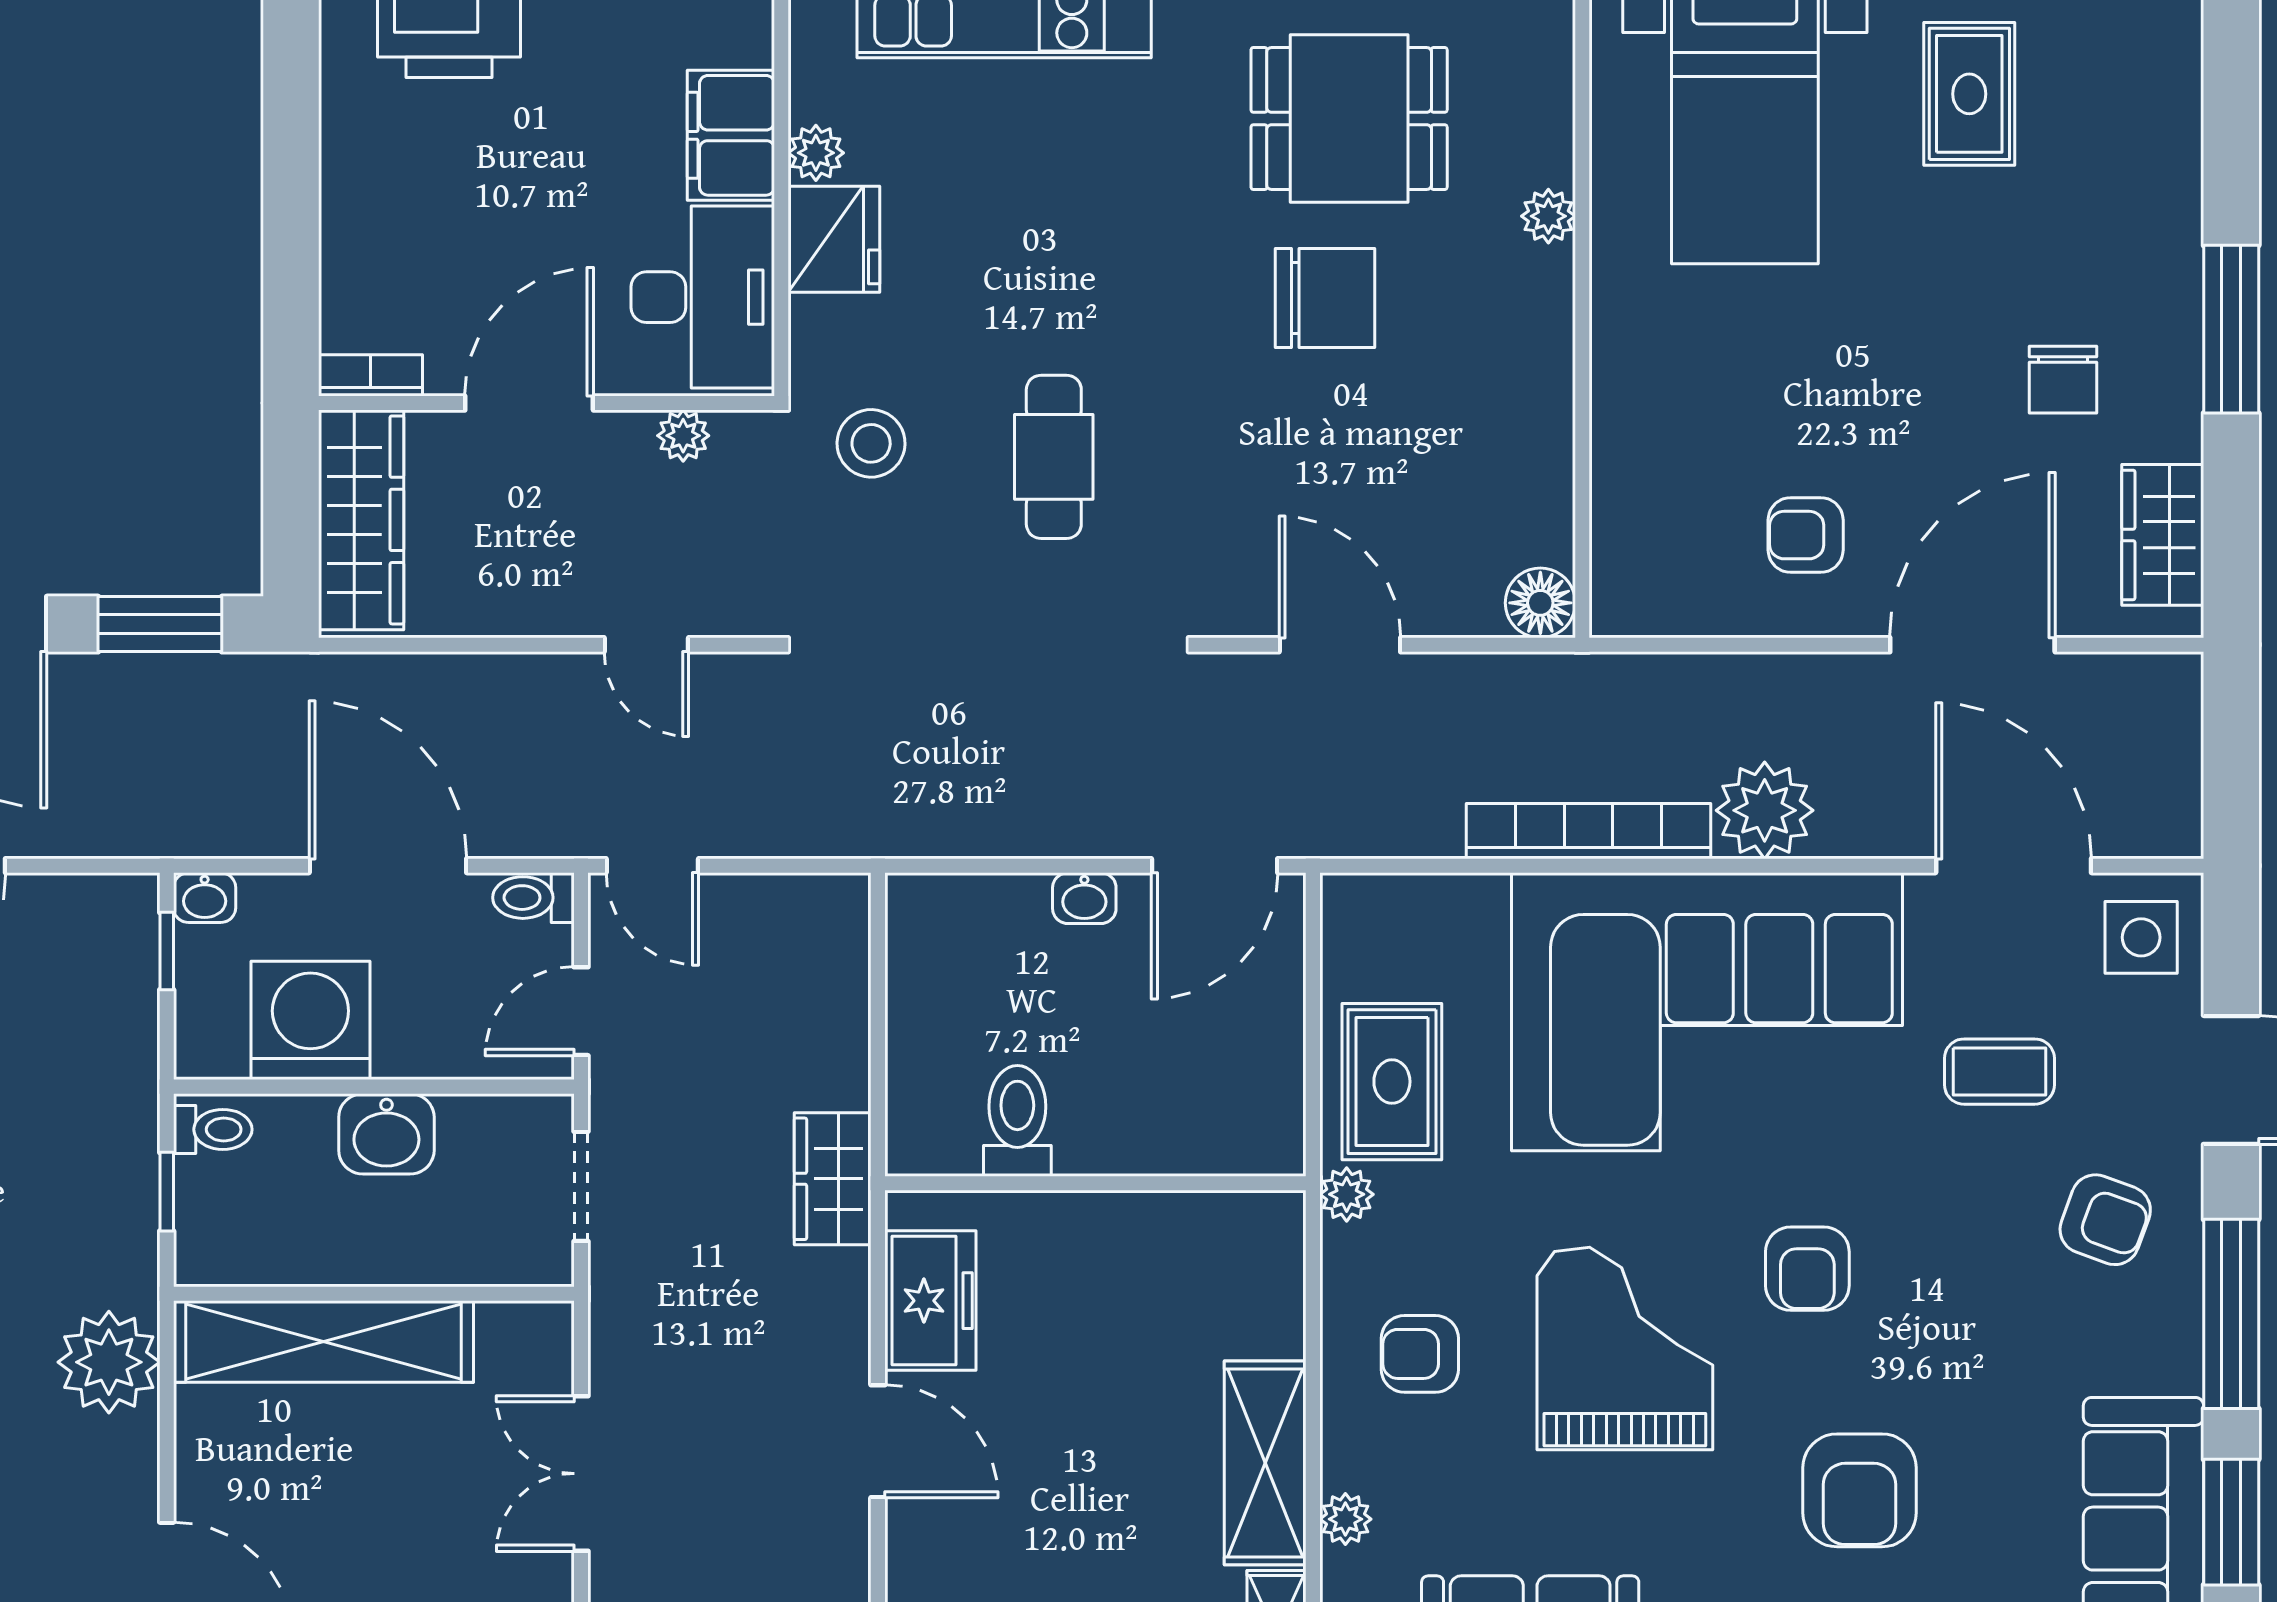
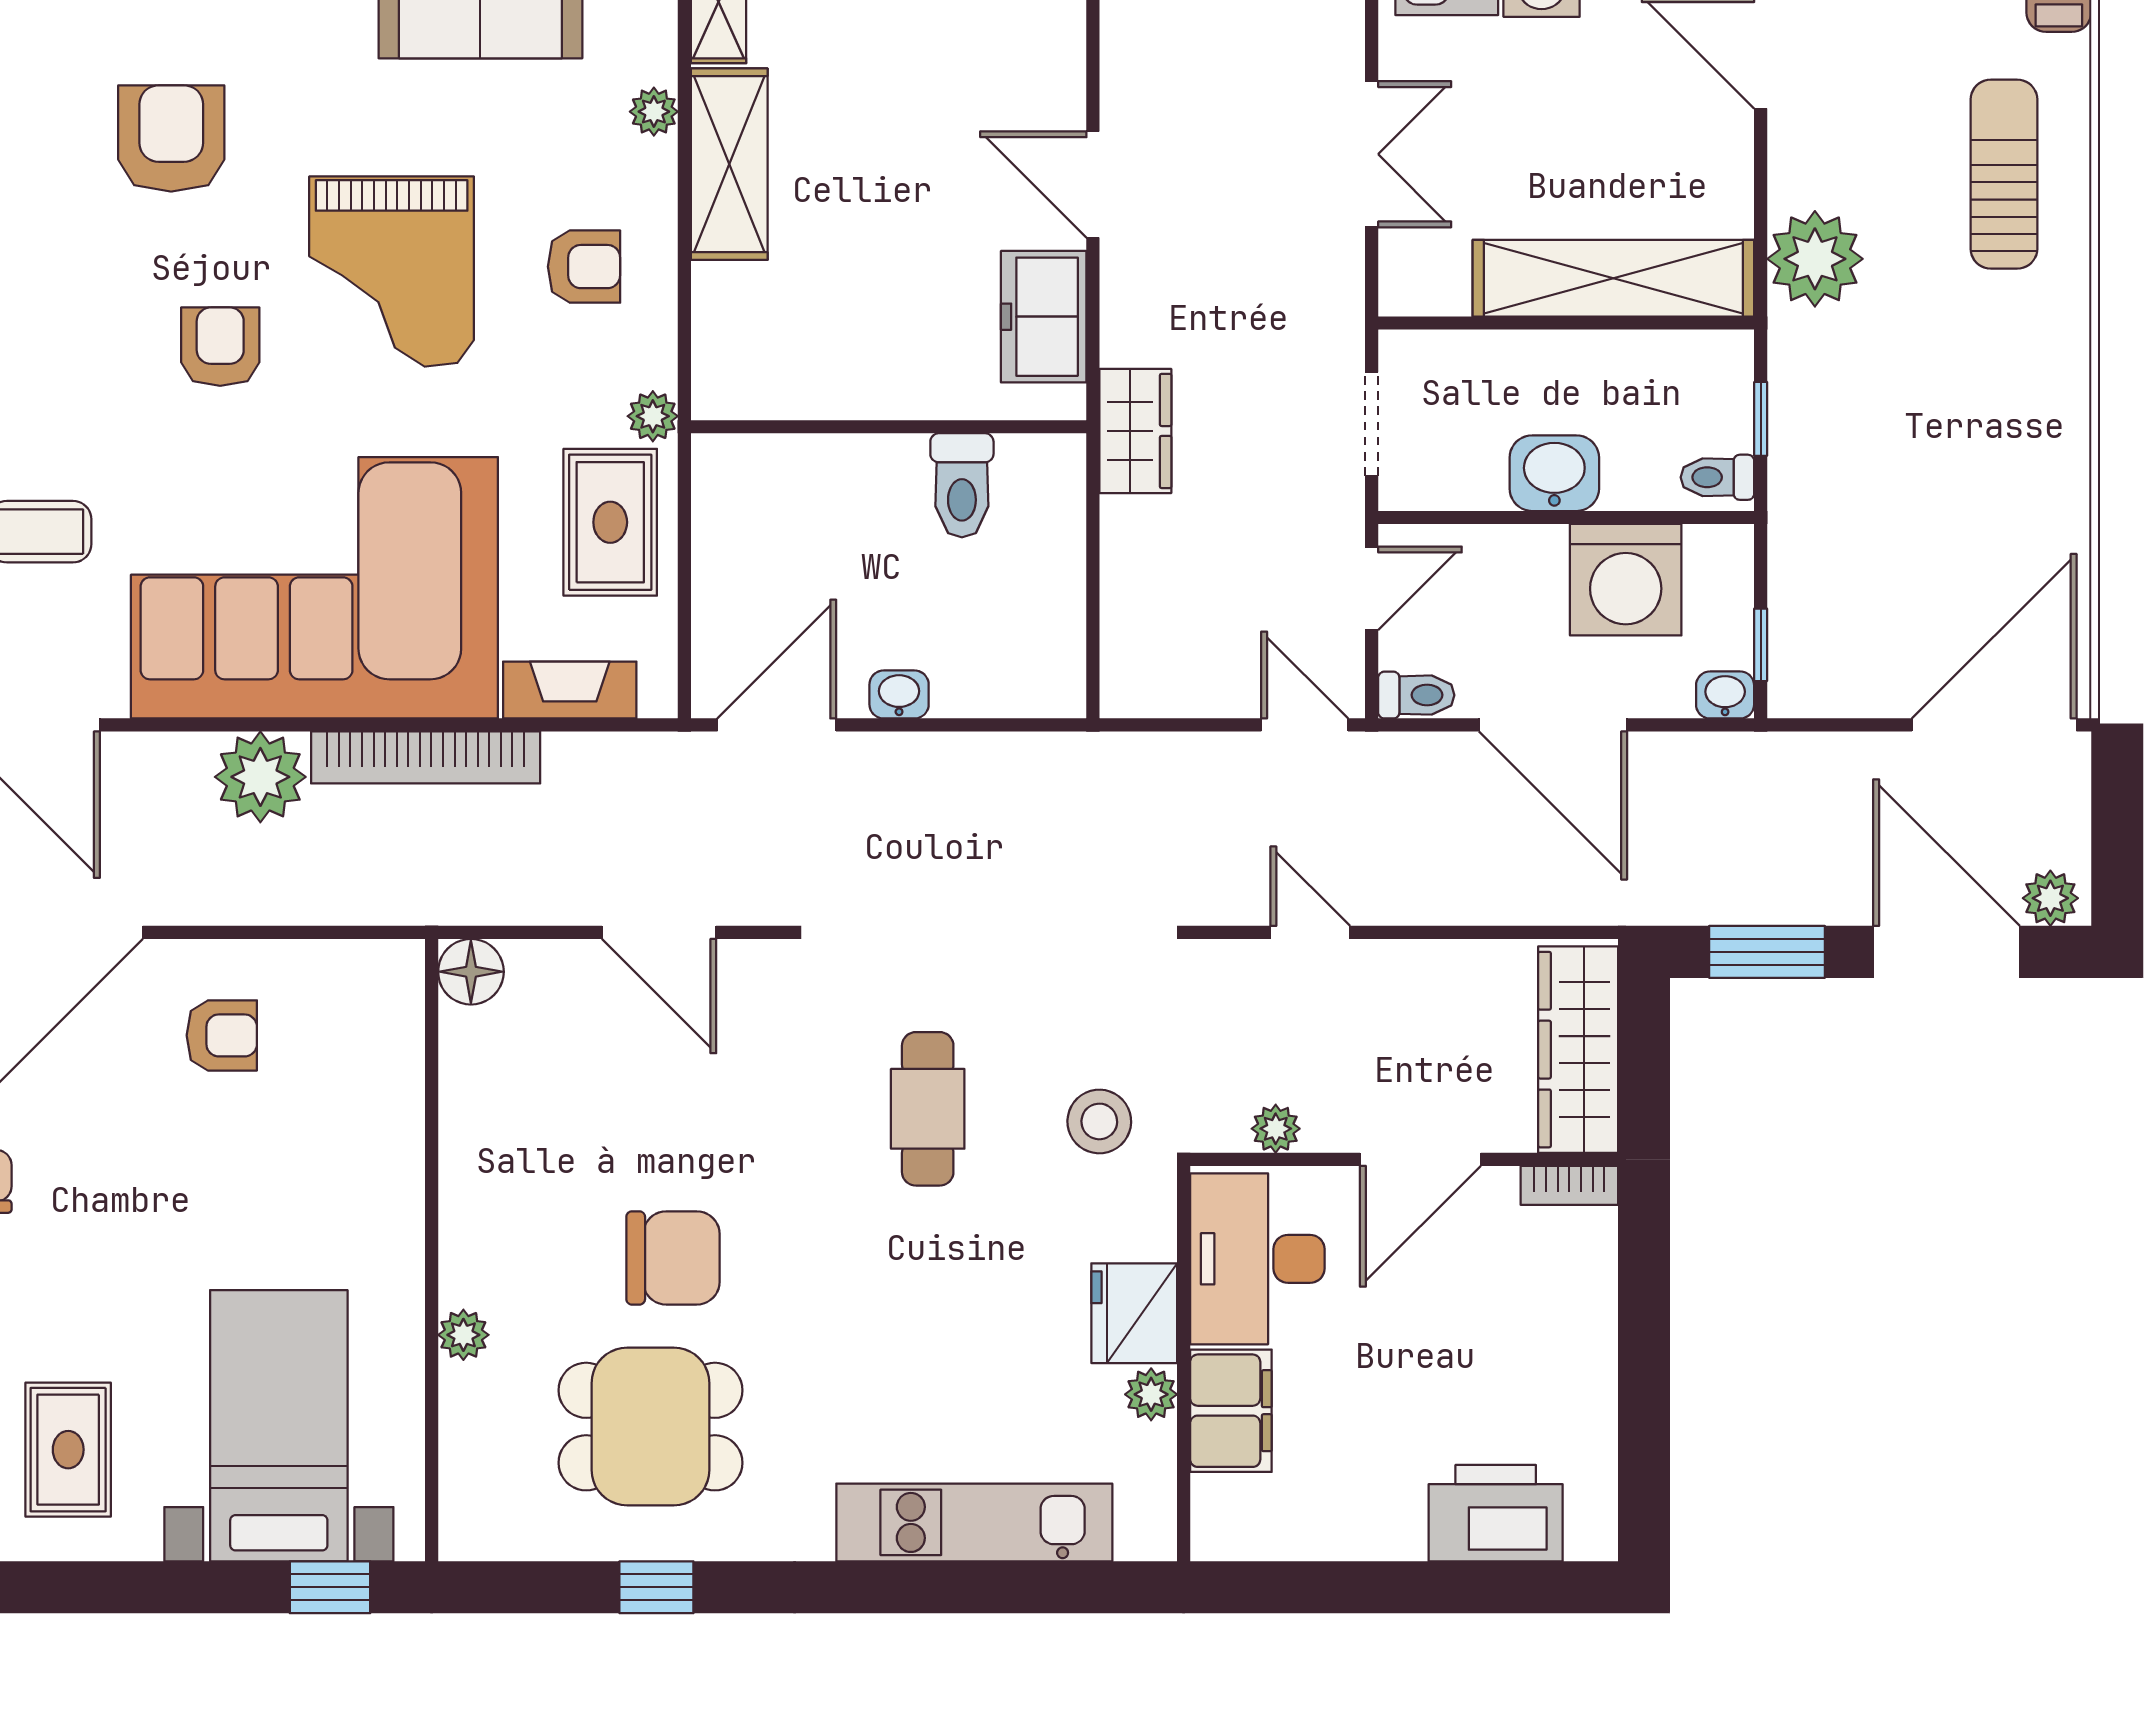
chair: (1325, 298) -> (673, 1258), turned 180
fireplace: (1435, 903) -> (570, 690), added

